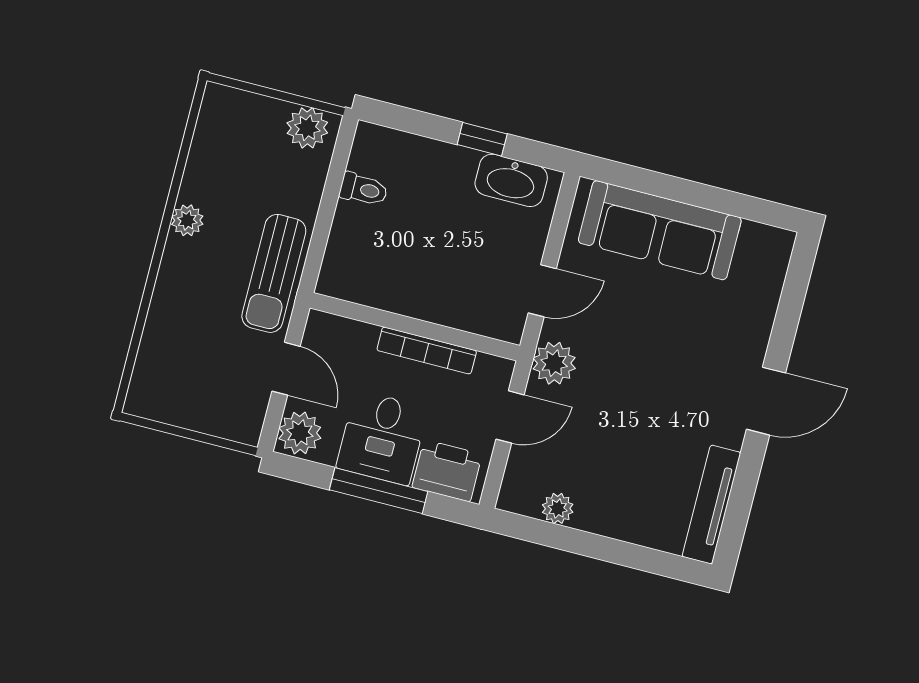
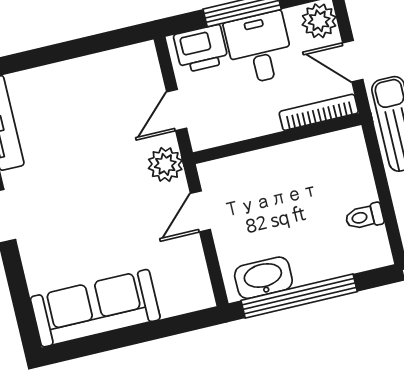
window: (482, 139) -> (299, 296), width x3.17
sofa: (660, 230) -> (95, 308), moved
bookcase: (427, 350) -> (319, 112), moved
plant: (558, 508) -> (109, 63), removed

